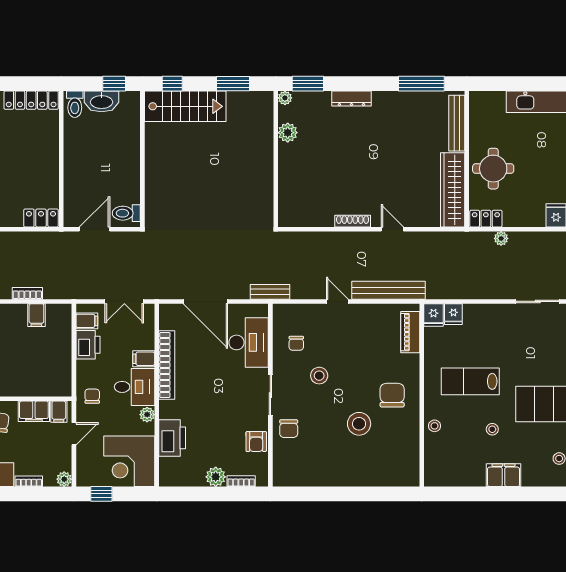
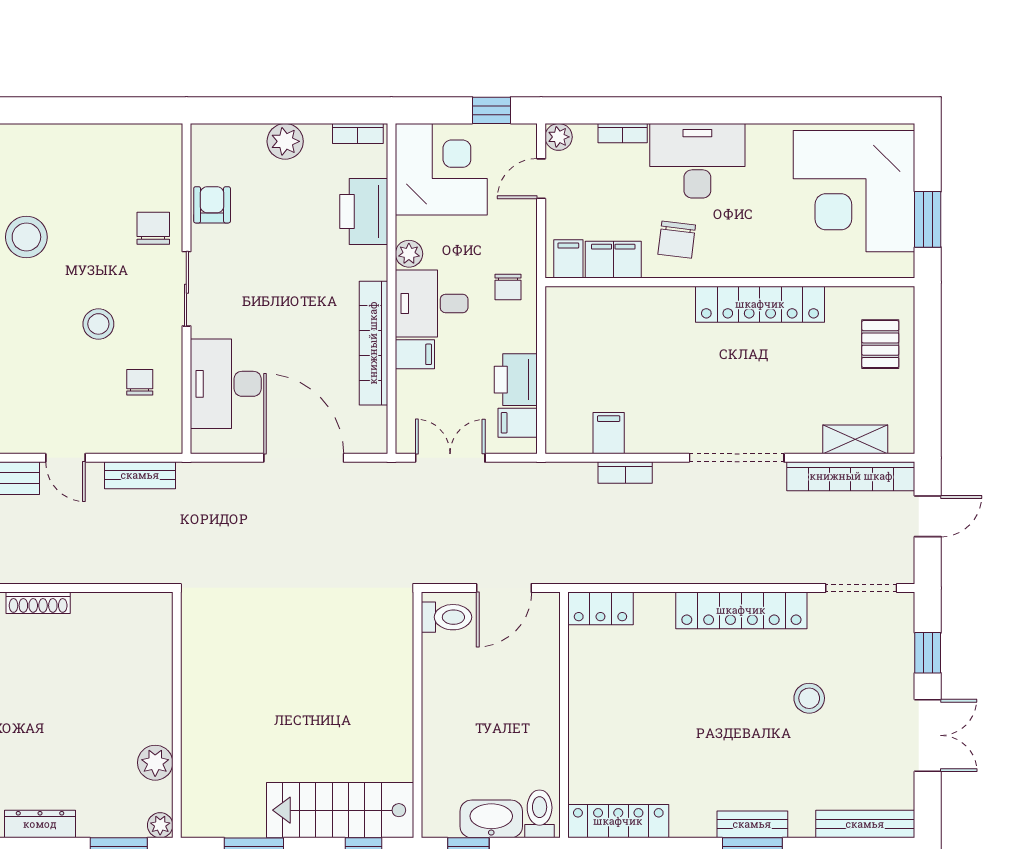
bench: (270, 292) -> (140, 475), moved
door: (74, 434) -> (541, 179), moved
bookcase: (241, 481) -> (358, 133), moved

